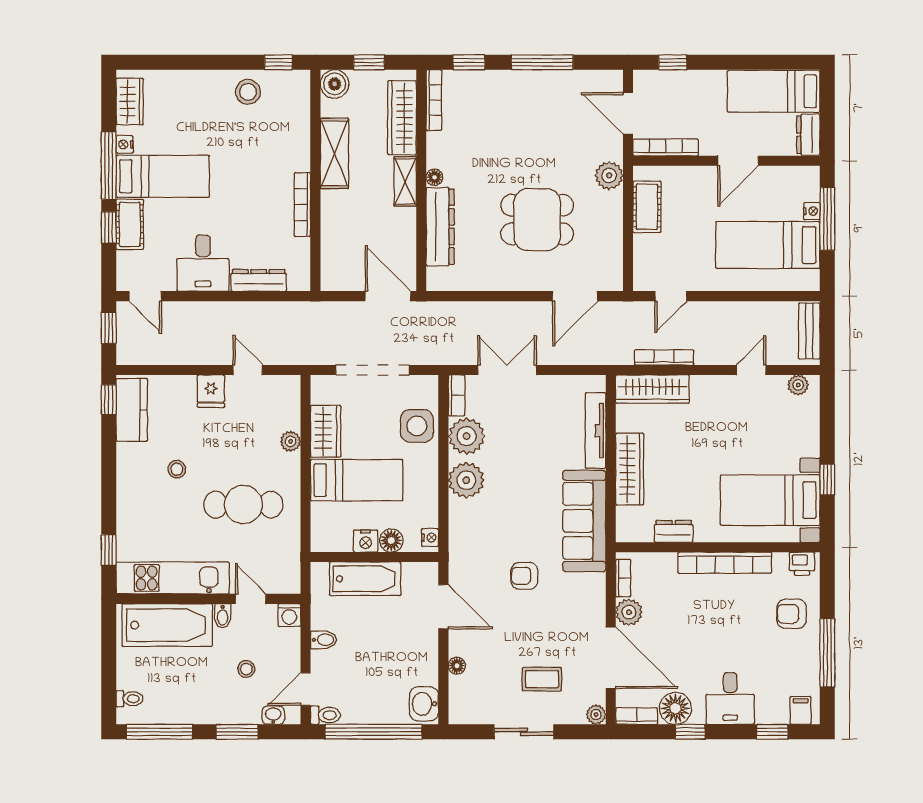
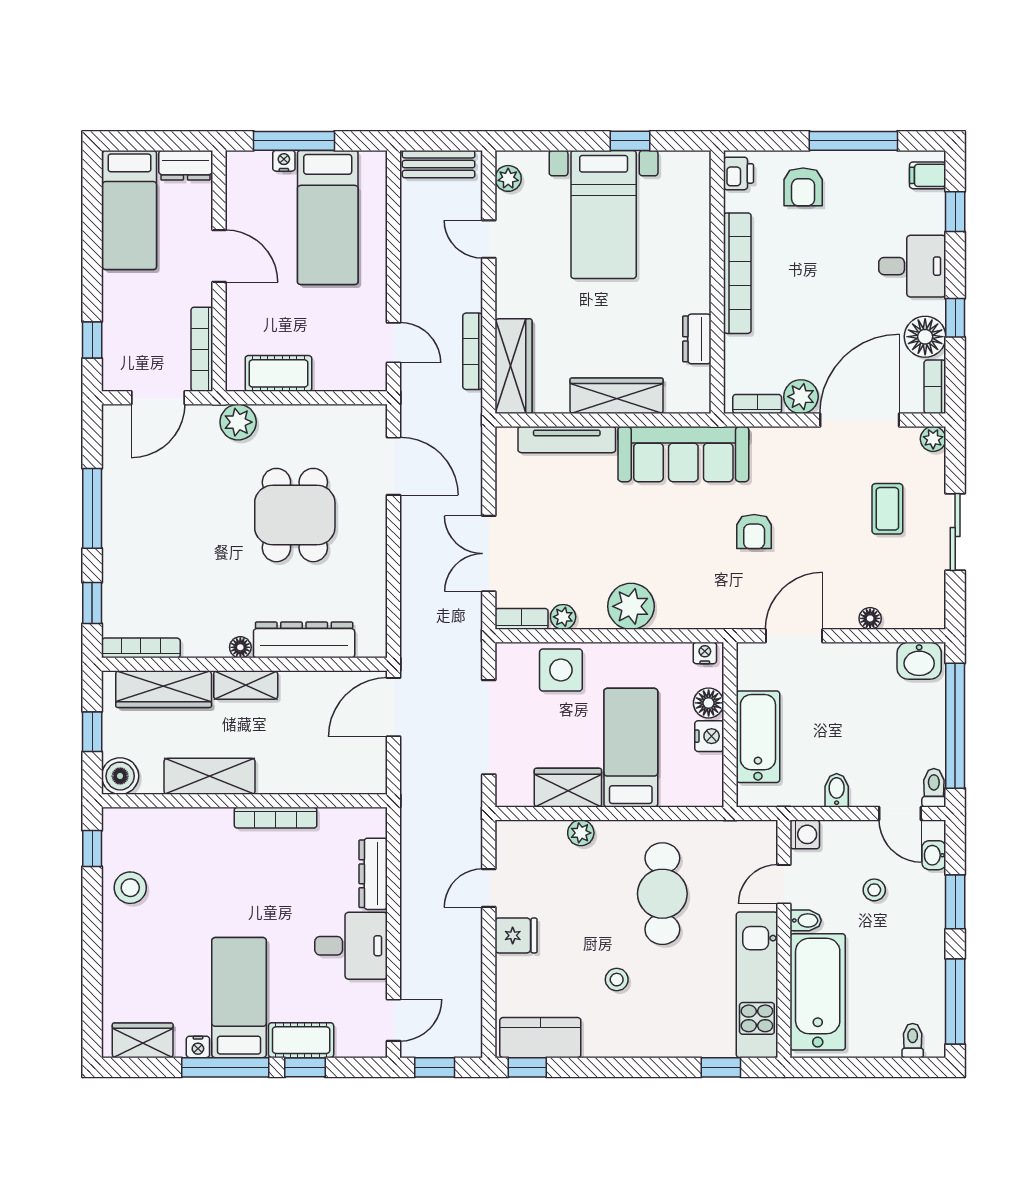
plant: (467, 436) -> (563, 617), width x0.53, depth x0.53
bed with nightstands: (770, 500) -> (604, 215), moved

